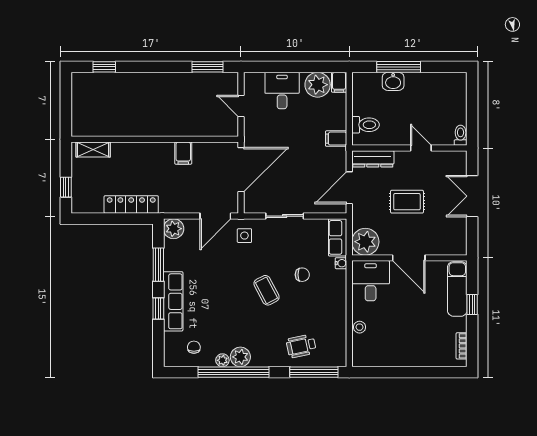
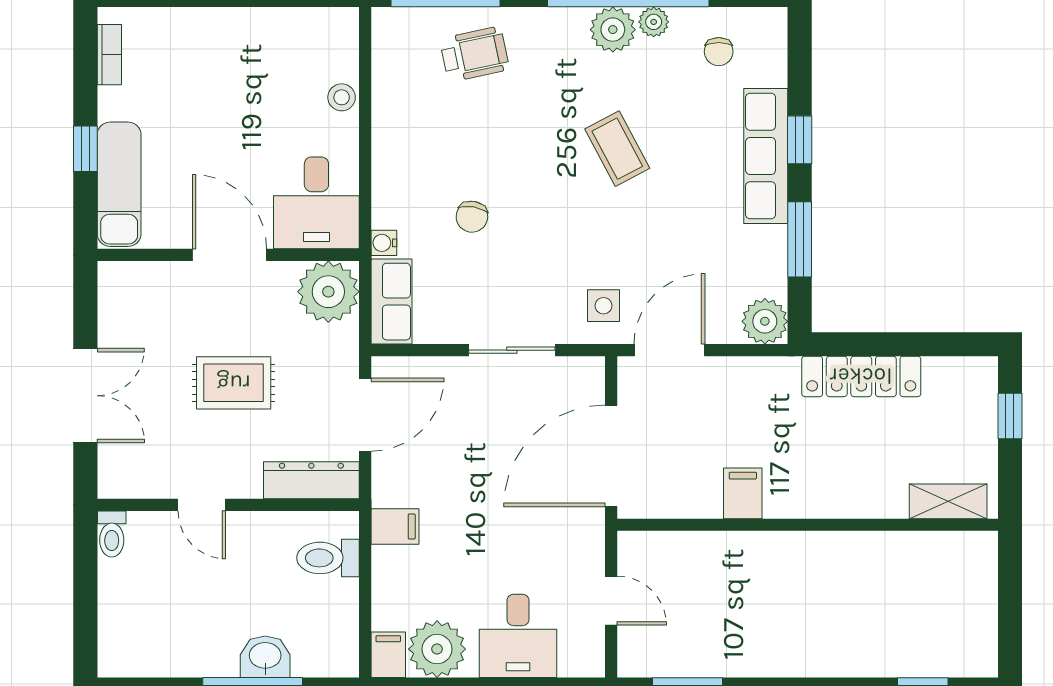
chair: (302, 275) -> (472, 217), turned -80
coffee table: (266, 290) -> (617, 149), moved

